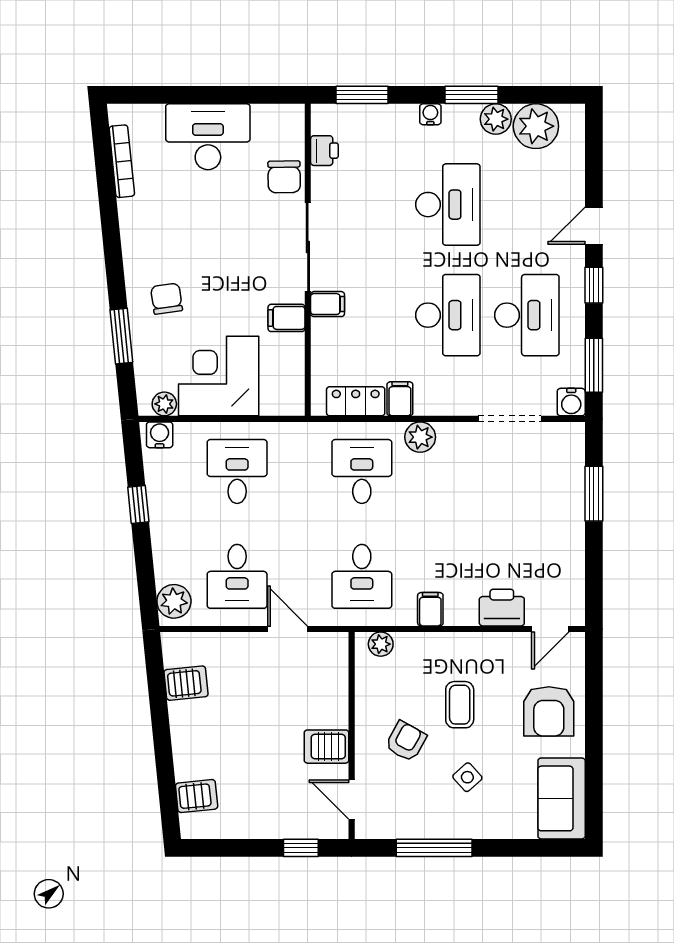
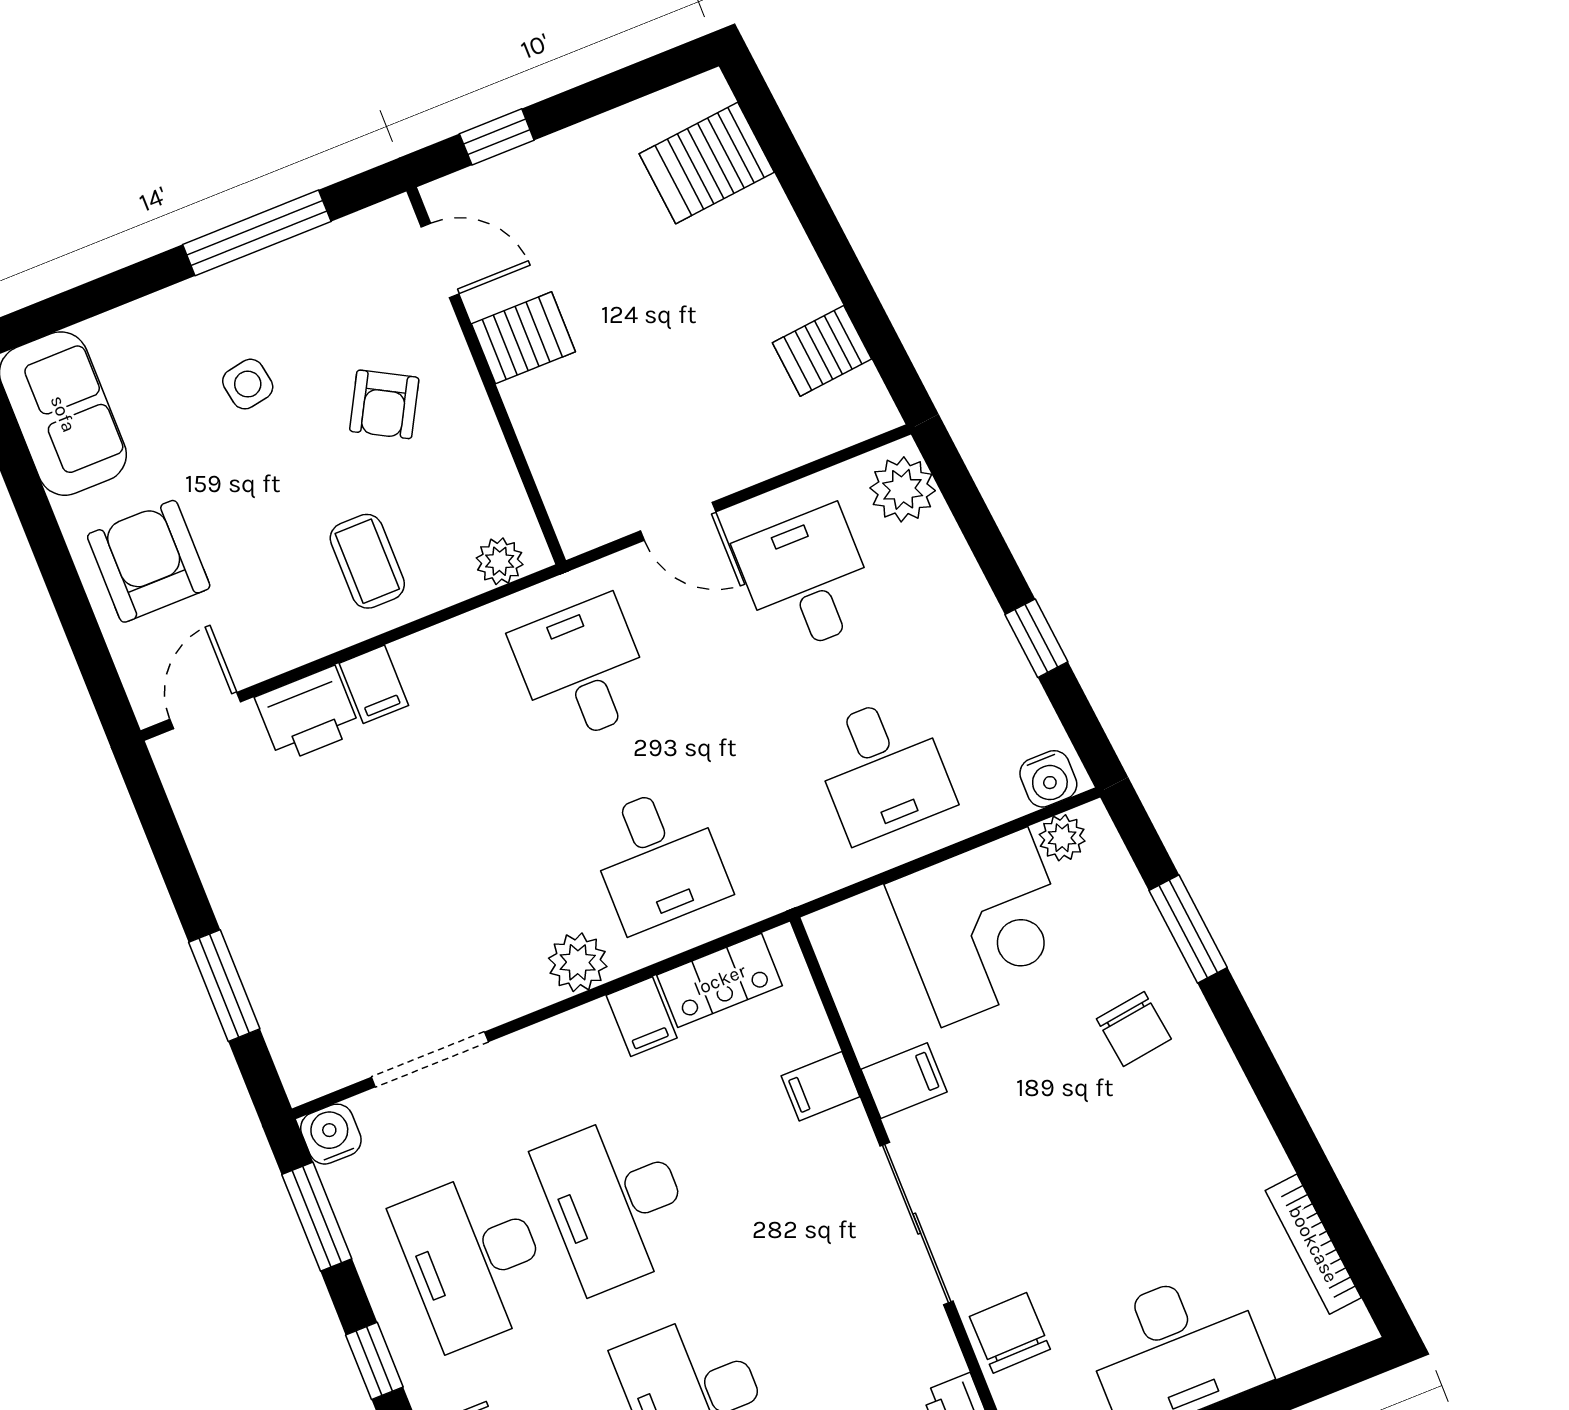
filing cabinet: (328, 304) -> (821, 1086), moved
filing cabinet: (430, 609) -> (374, 684), moved
coffee table: (460, 705) -> (367, 561), moved
side table: (467, 777) -> (248, 384), turned 32
server rack: (197, 796) -> (707, 163), width x1.36, depth x1.44

